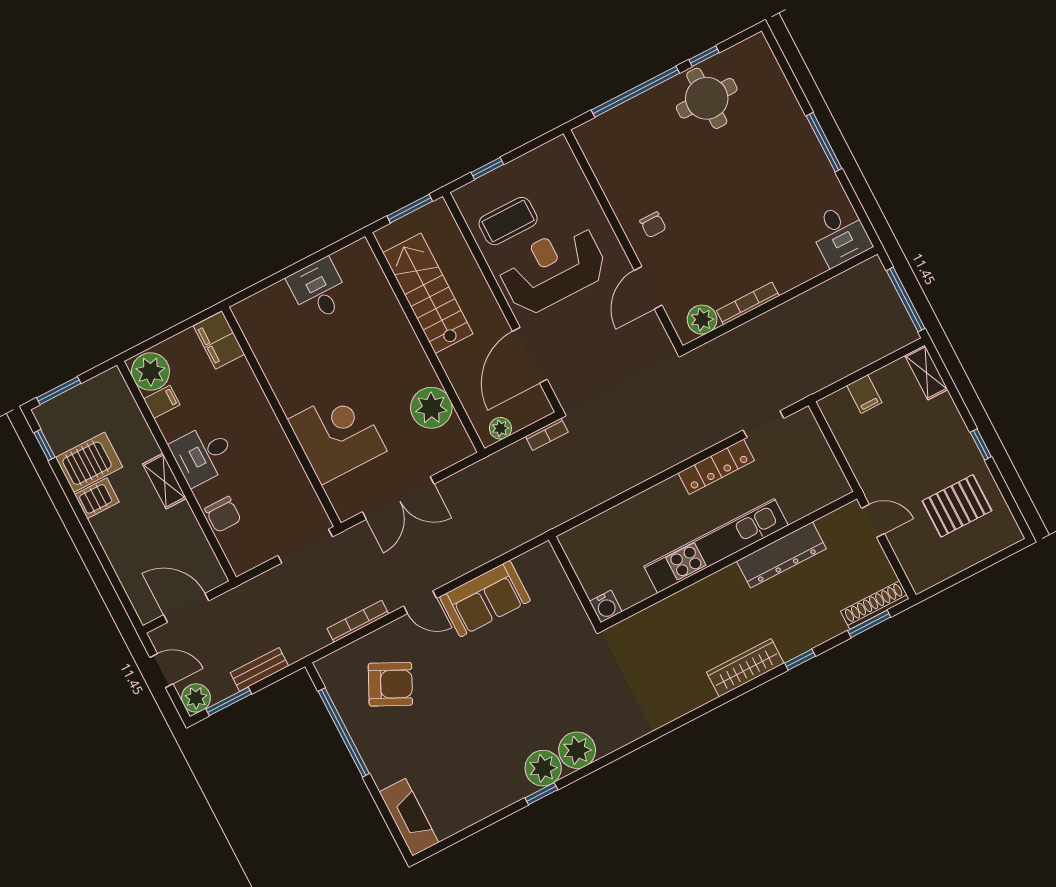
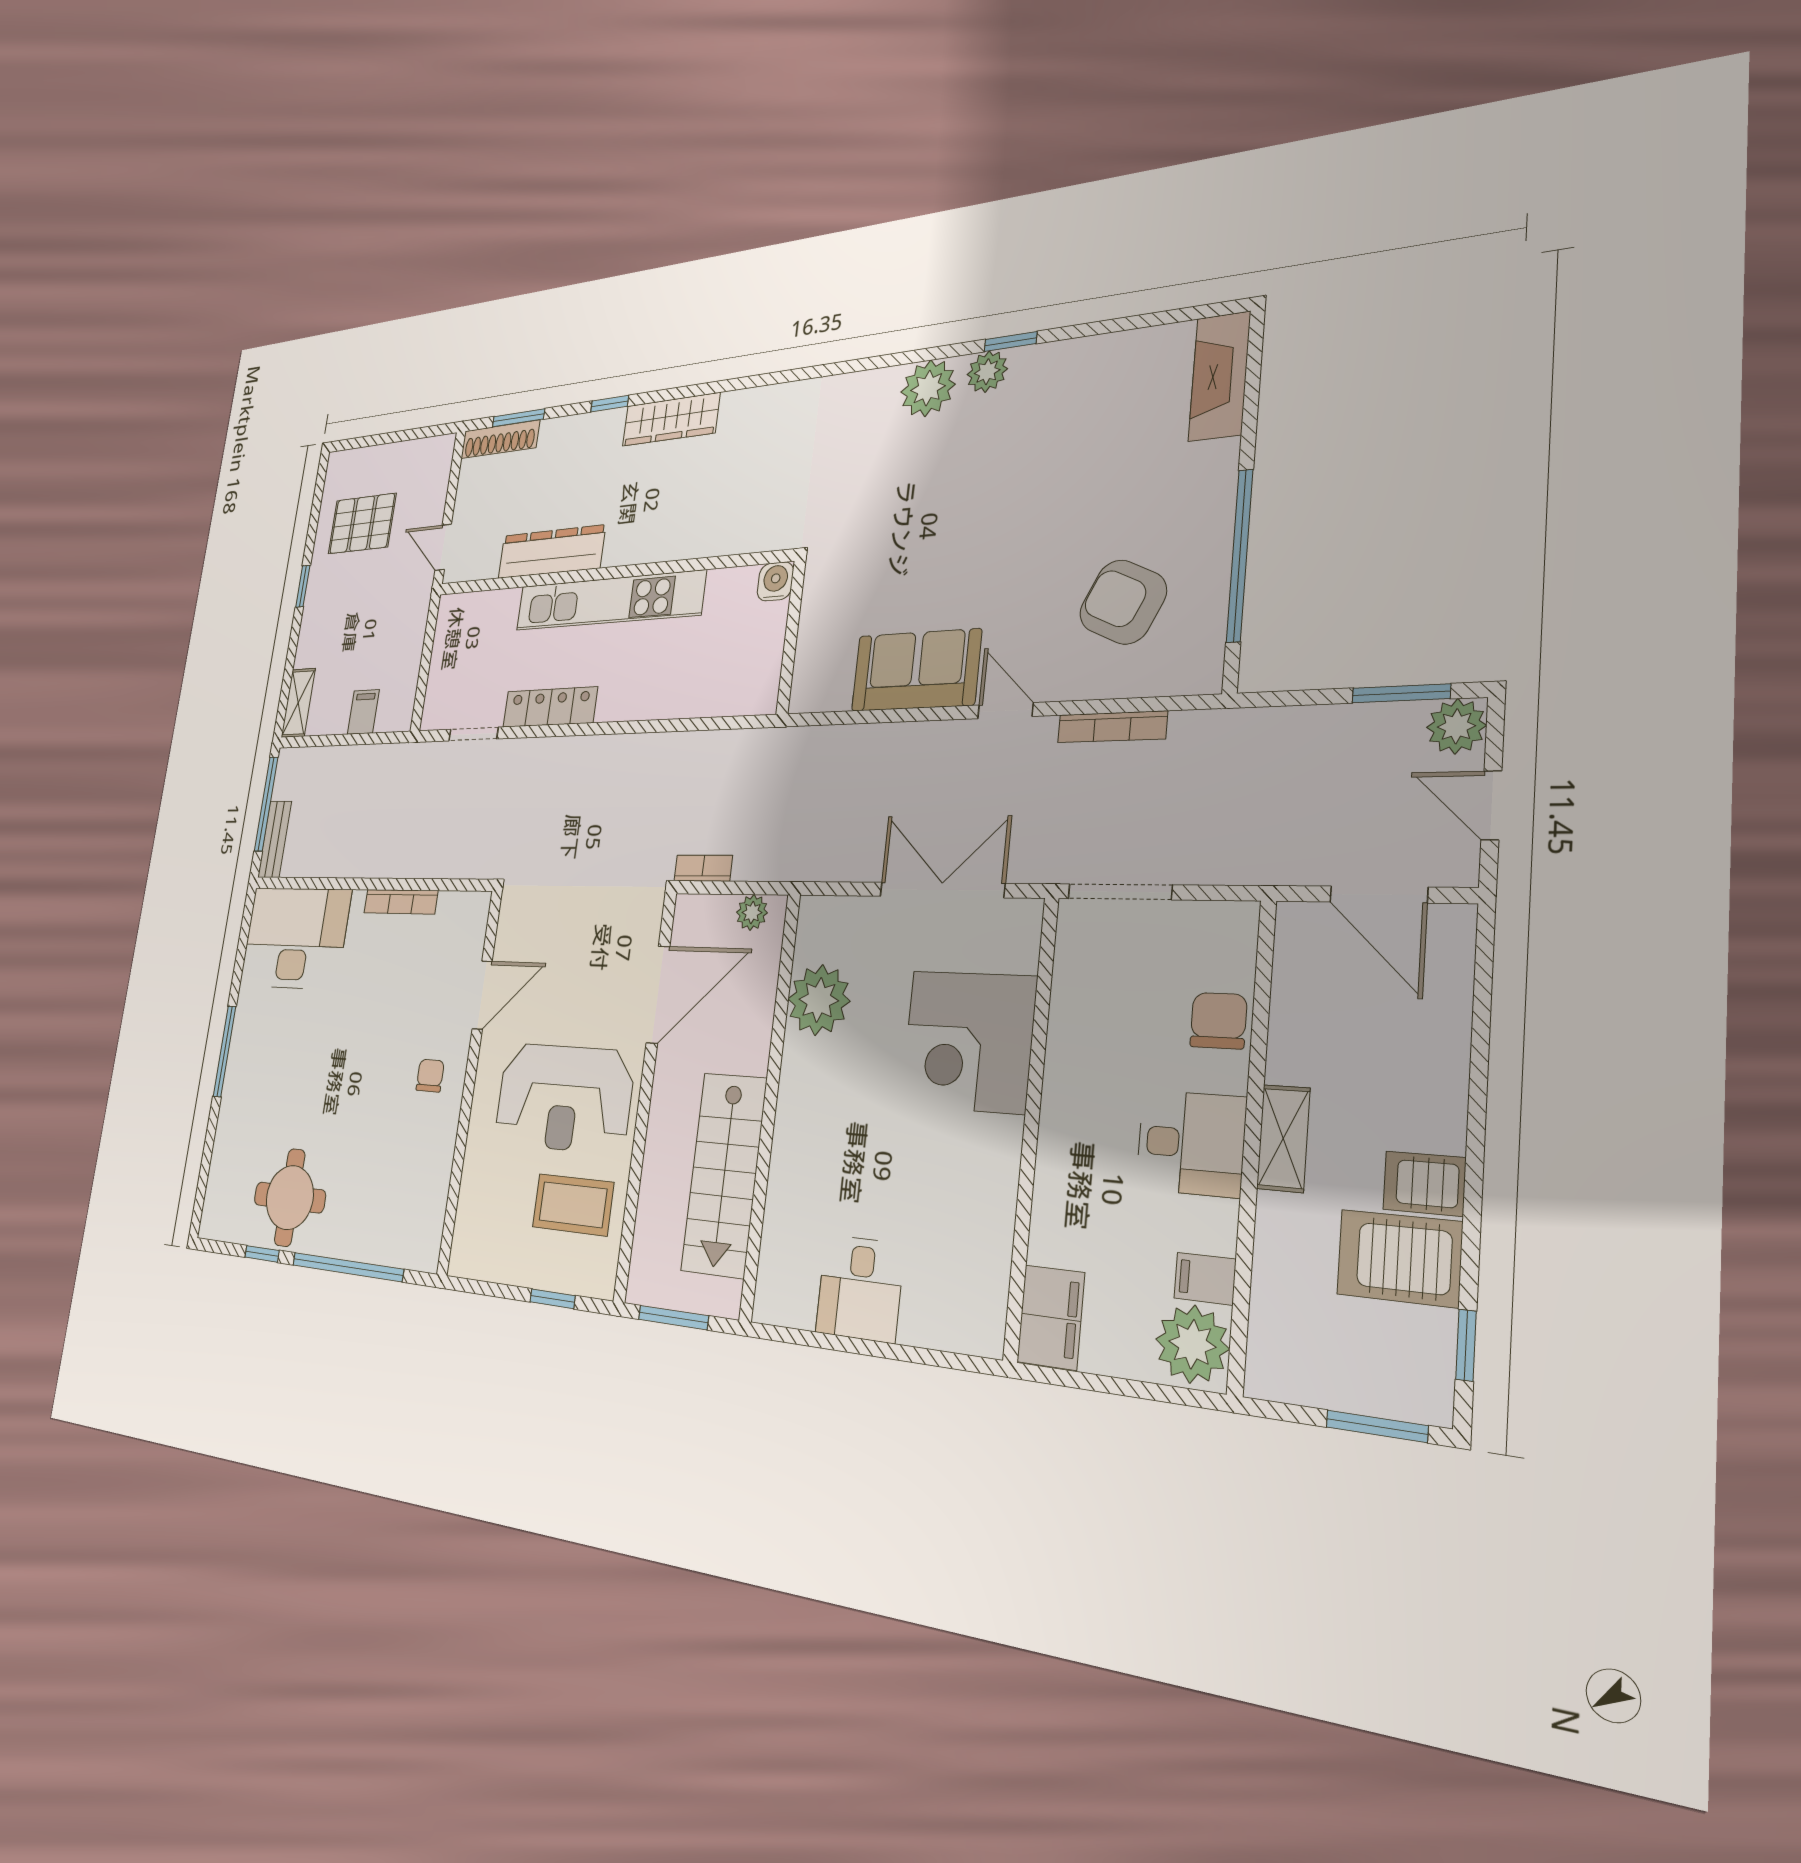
desk: (840, 235) -> (295, 938), width x1.87, depth x1.30
plant: (702, 320) -> (454, 913), removed
bench: (259, 669) -> (275, 839), moved, turned 90
plant: (543, 768) -> (987, 372), width x0.73, depth x0.73

